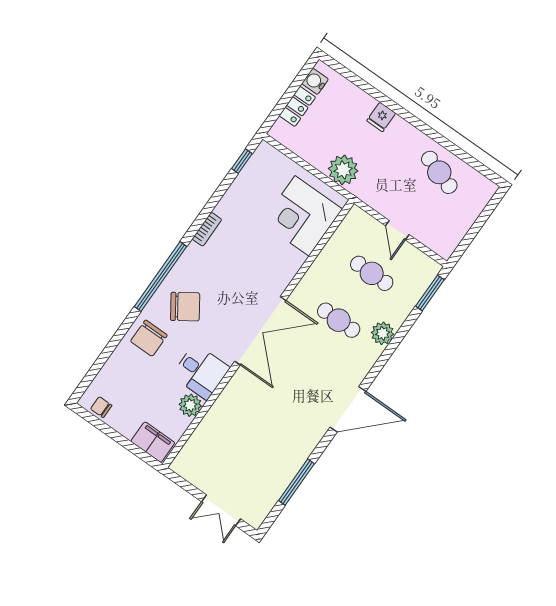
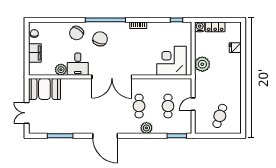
water cooler: (315, 81) -> (200, 27), moved
fridge: (381, 117) -> (235, 48), moved
cafe table: (439, 172) -> (220, 116), moved
chair: (185, 307) -> (100, 39), turned -131
chair: (149, 338) -> (77, 33), turned -57
filing cabinet: (153, 442) -> (35, 53), moved
booth: (203, 454) -> (44, 89), added

